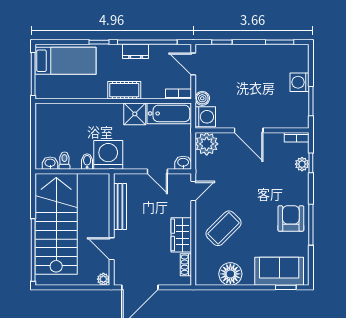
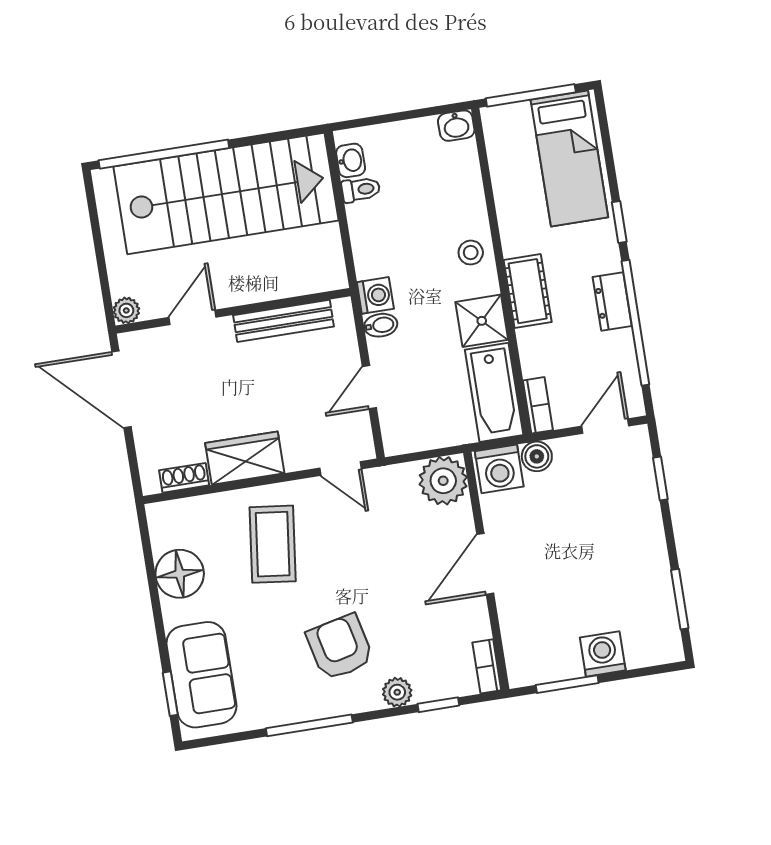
stool: (102, 114) -> (471, 253), added
washing machine: (108, 155) -> (375, 295), width x0.53, depth x0.53
bidet: (87, 161) -> (381, 325), moved
washbasin: (183, 163) -> (456, 126), moved, turned 90
plant: (302, 164) -> (397, 692), moved
armchair: (291, 218) -> (340, 647), moved, turned -103
coffee table: (224, 228) -> (273, 544), turned 52

